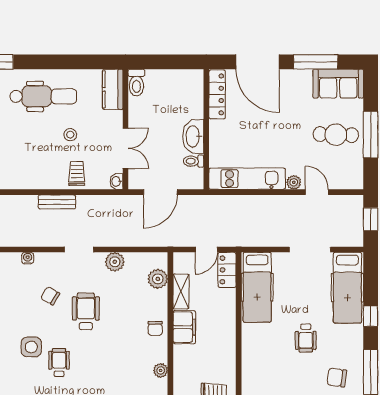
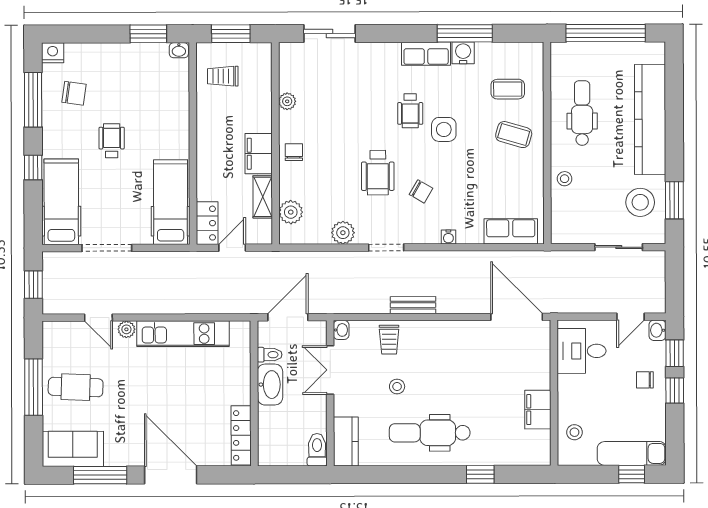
locker: (217, 94) -> (241, 435), moved
wall: (206, 129) -> (254, 393), moved
washbasin: (193, 136) -> (270, 385), moved
toilet: (194, 161) -> (270, 355), moved

